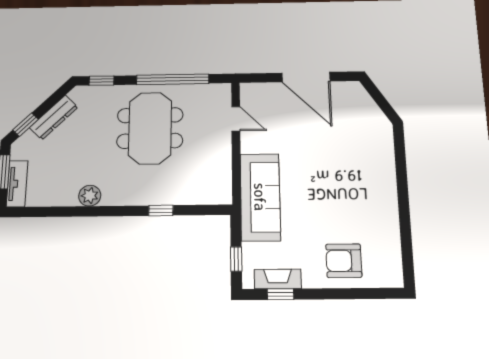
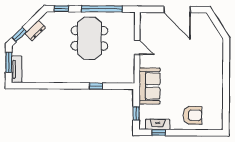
dresser: (54, 117) -> (35, 31), width x0.70
door: (236, 119) -> (137, 47), moved
plant: (90, 196) -> (57, 77), removed
sofa: (260, 197) -> (150, 86), width x0.73
armchair: (344, 261) -> (193, 115), turned 180

